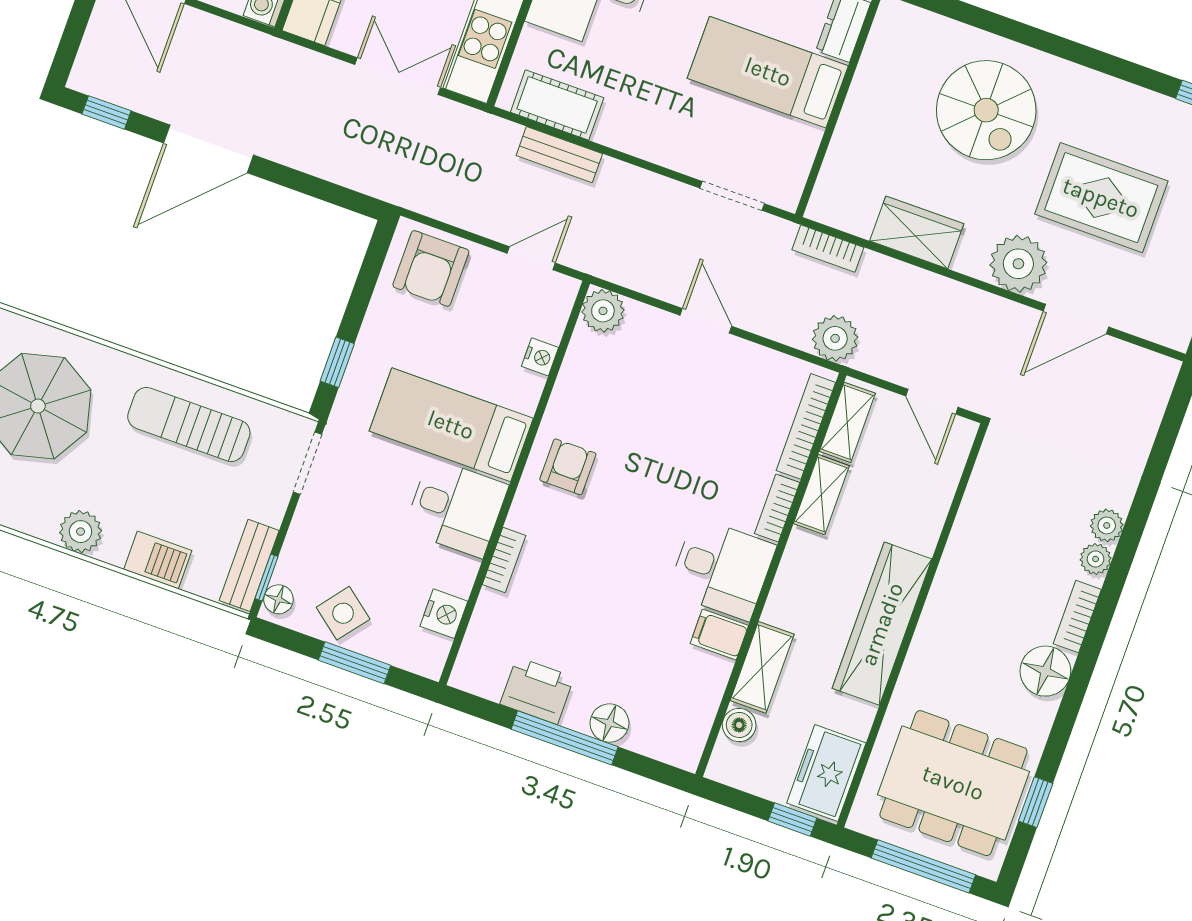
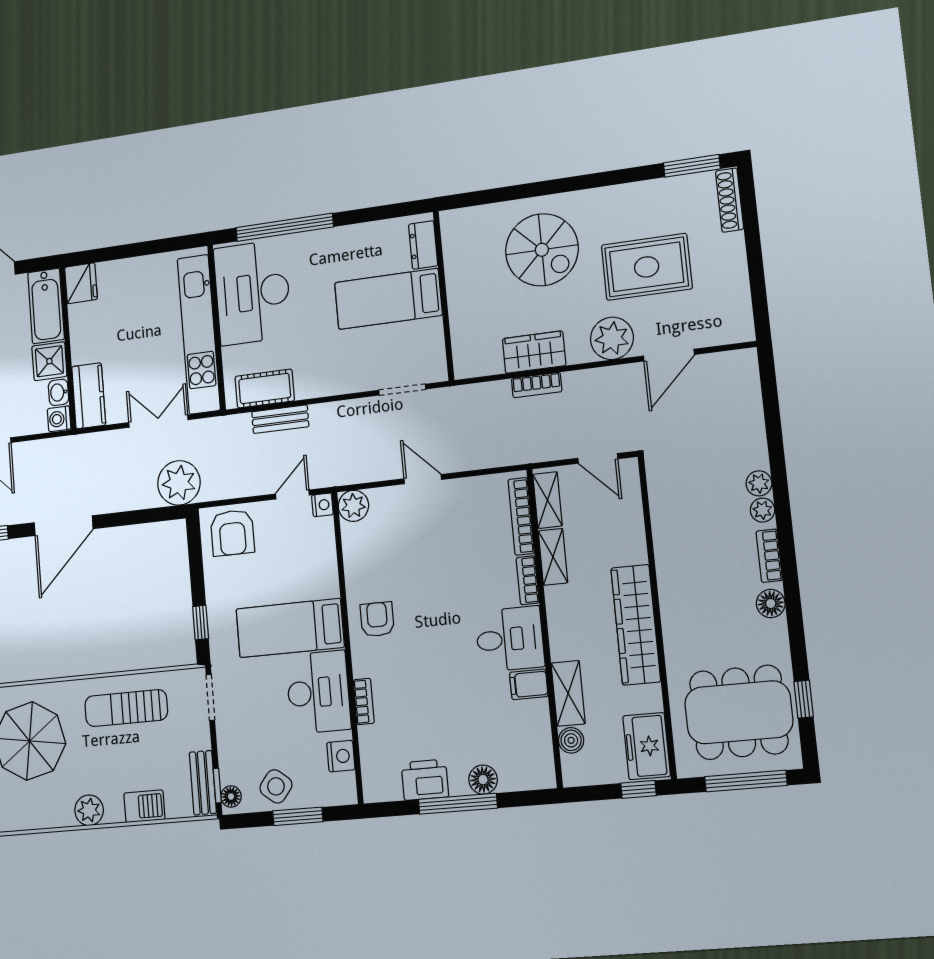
bookcase: (828, 249) -> (537, 385), moved
plant: (835, 338) -> (179, 483), moved, width x1.36, depth x1.36
nightstand: (540, 357) -> (322, 505), moved
desk: (456, 508) -> (318, 692), width x1.37
floor lamp: (1045, 671) -> (771, 603), width x0.73, depth x0.73

